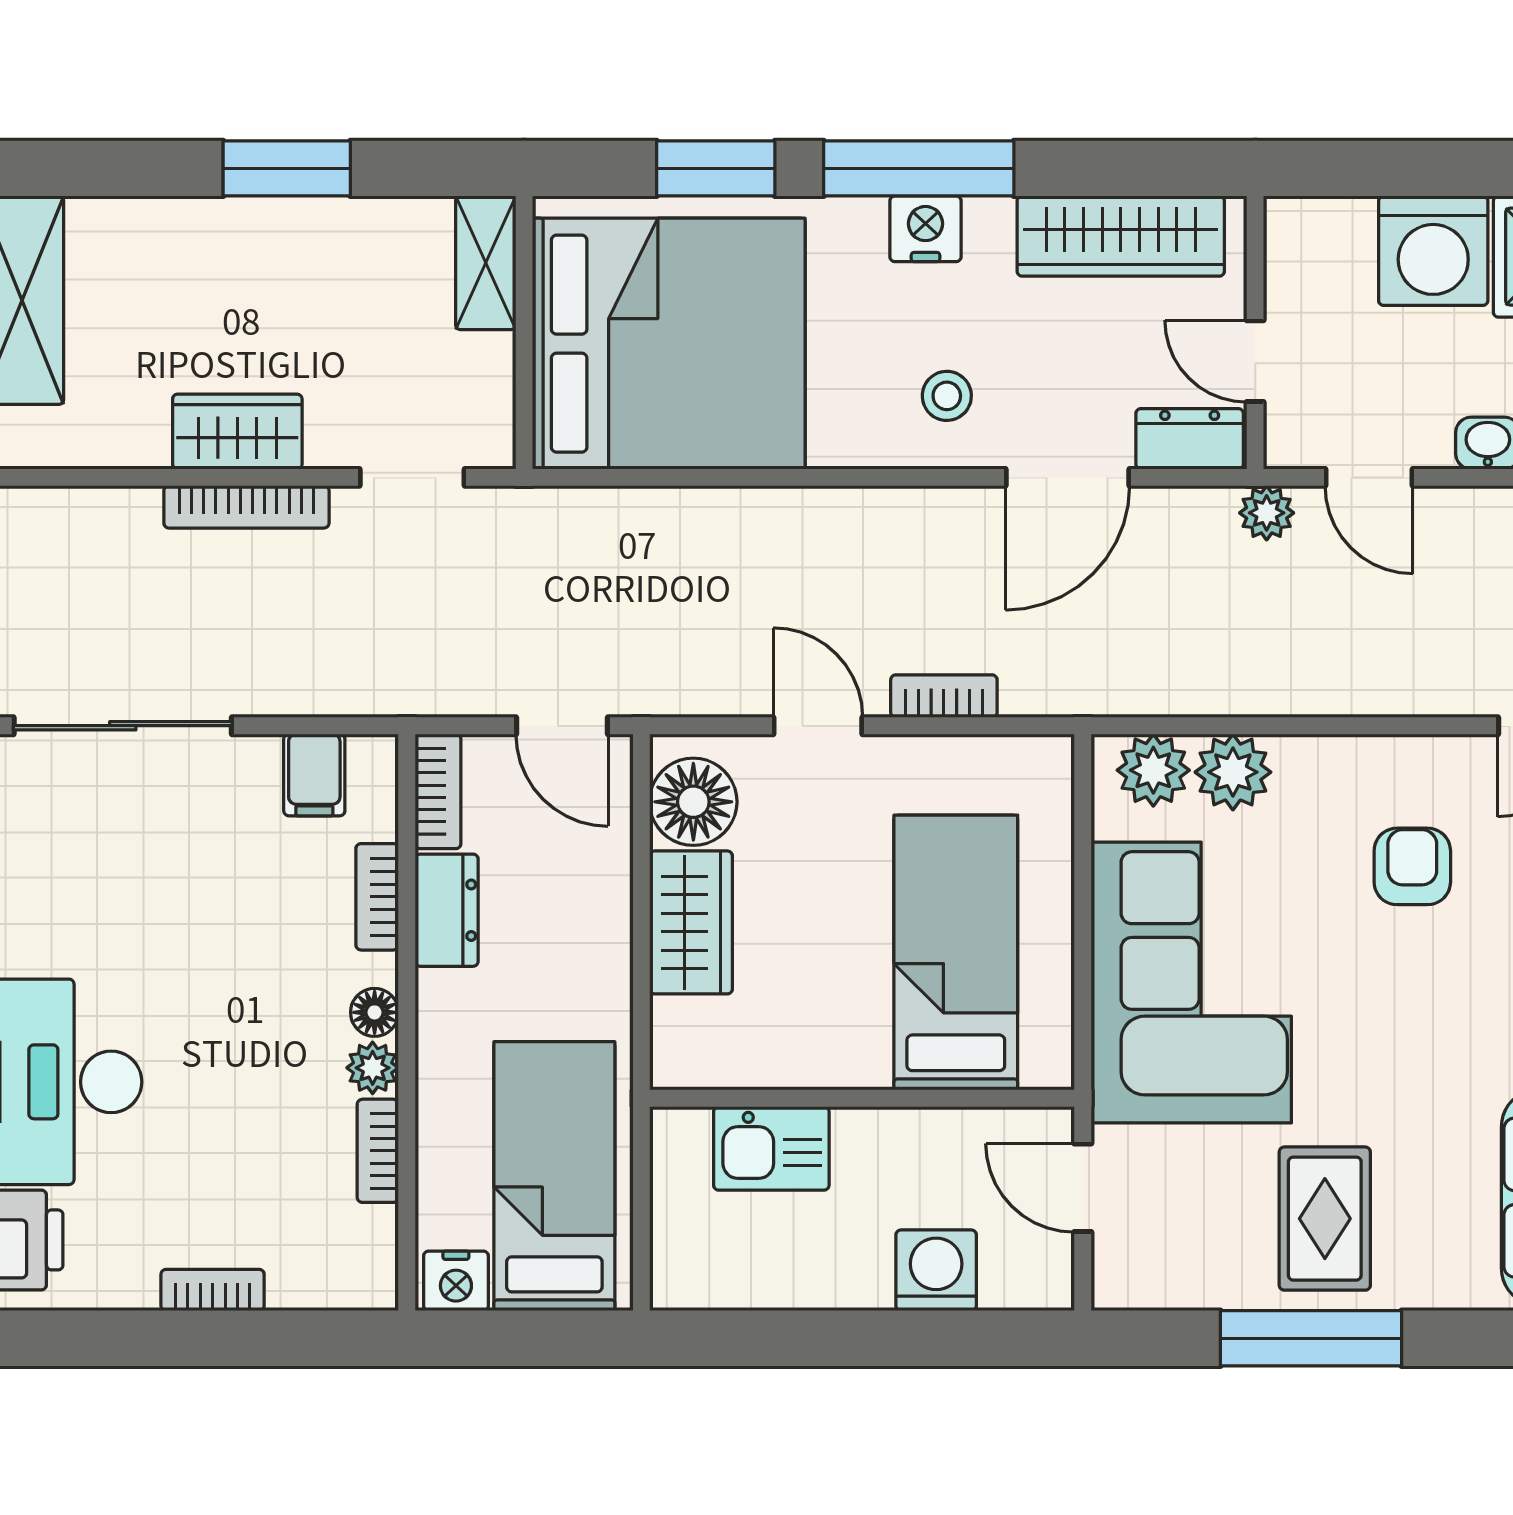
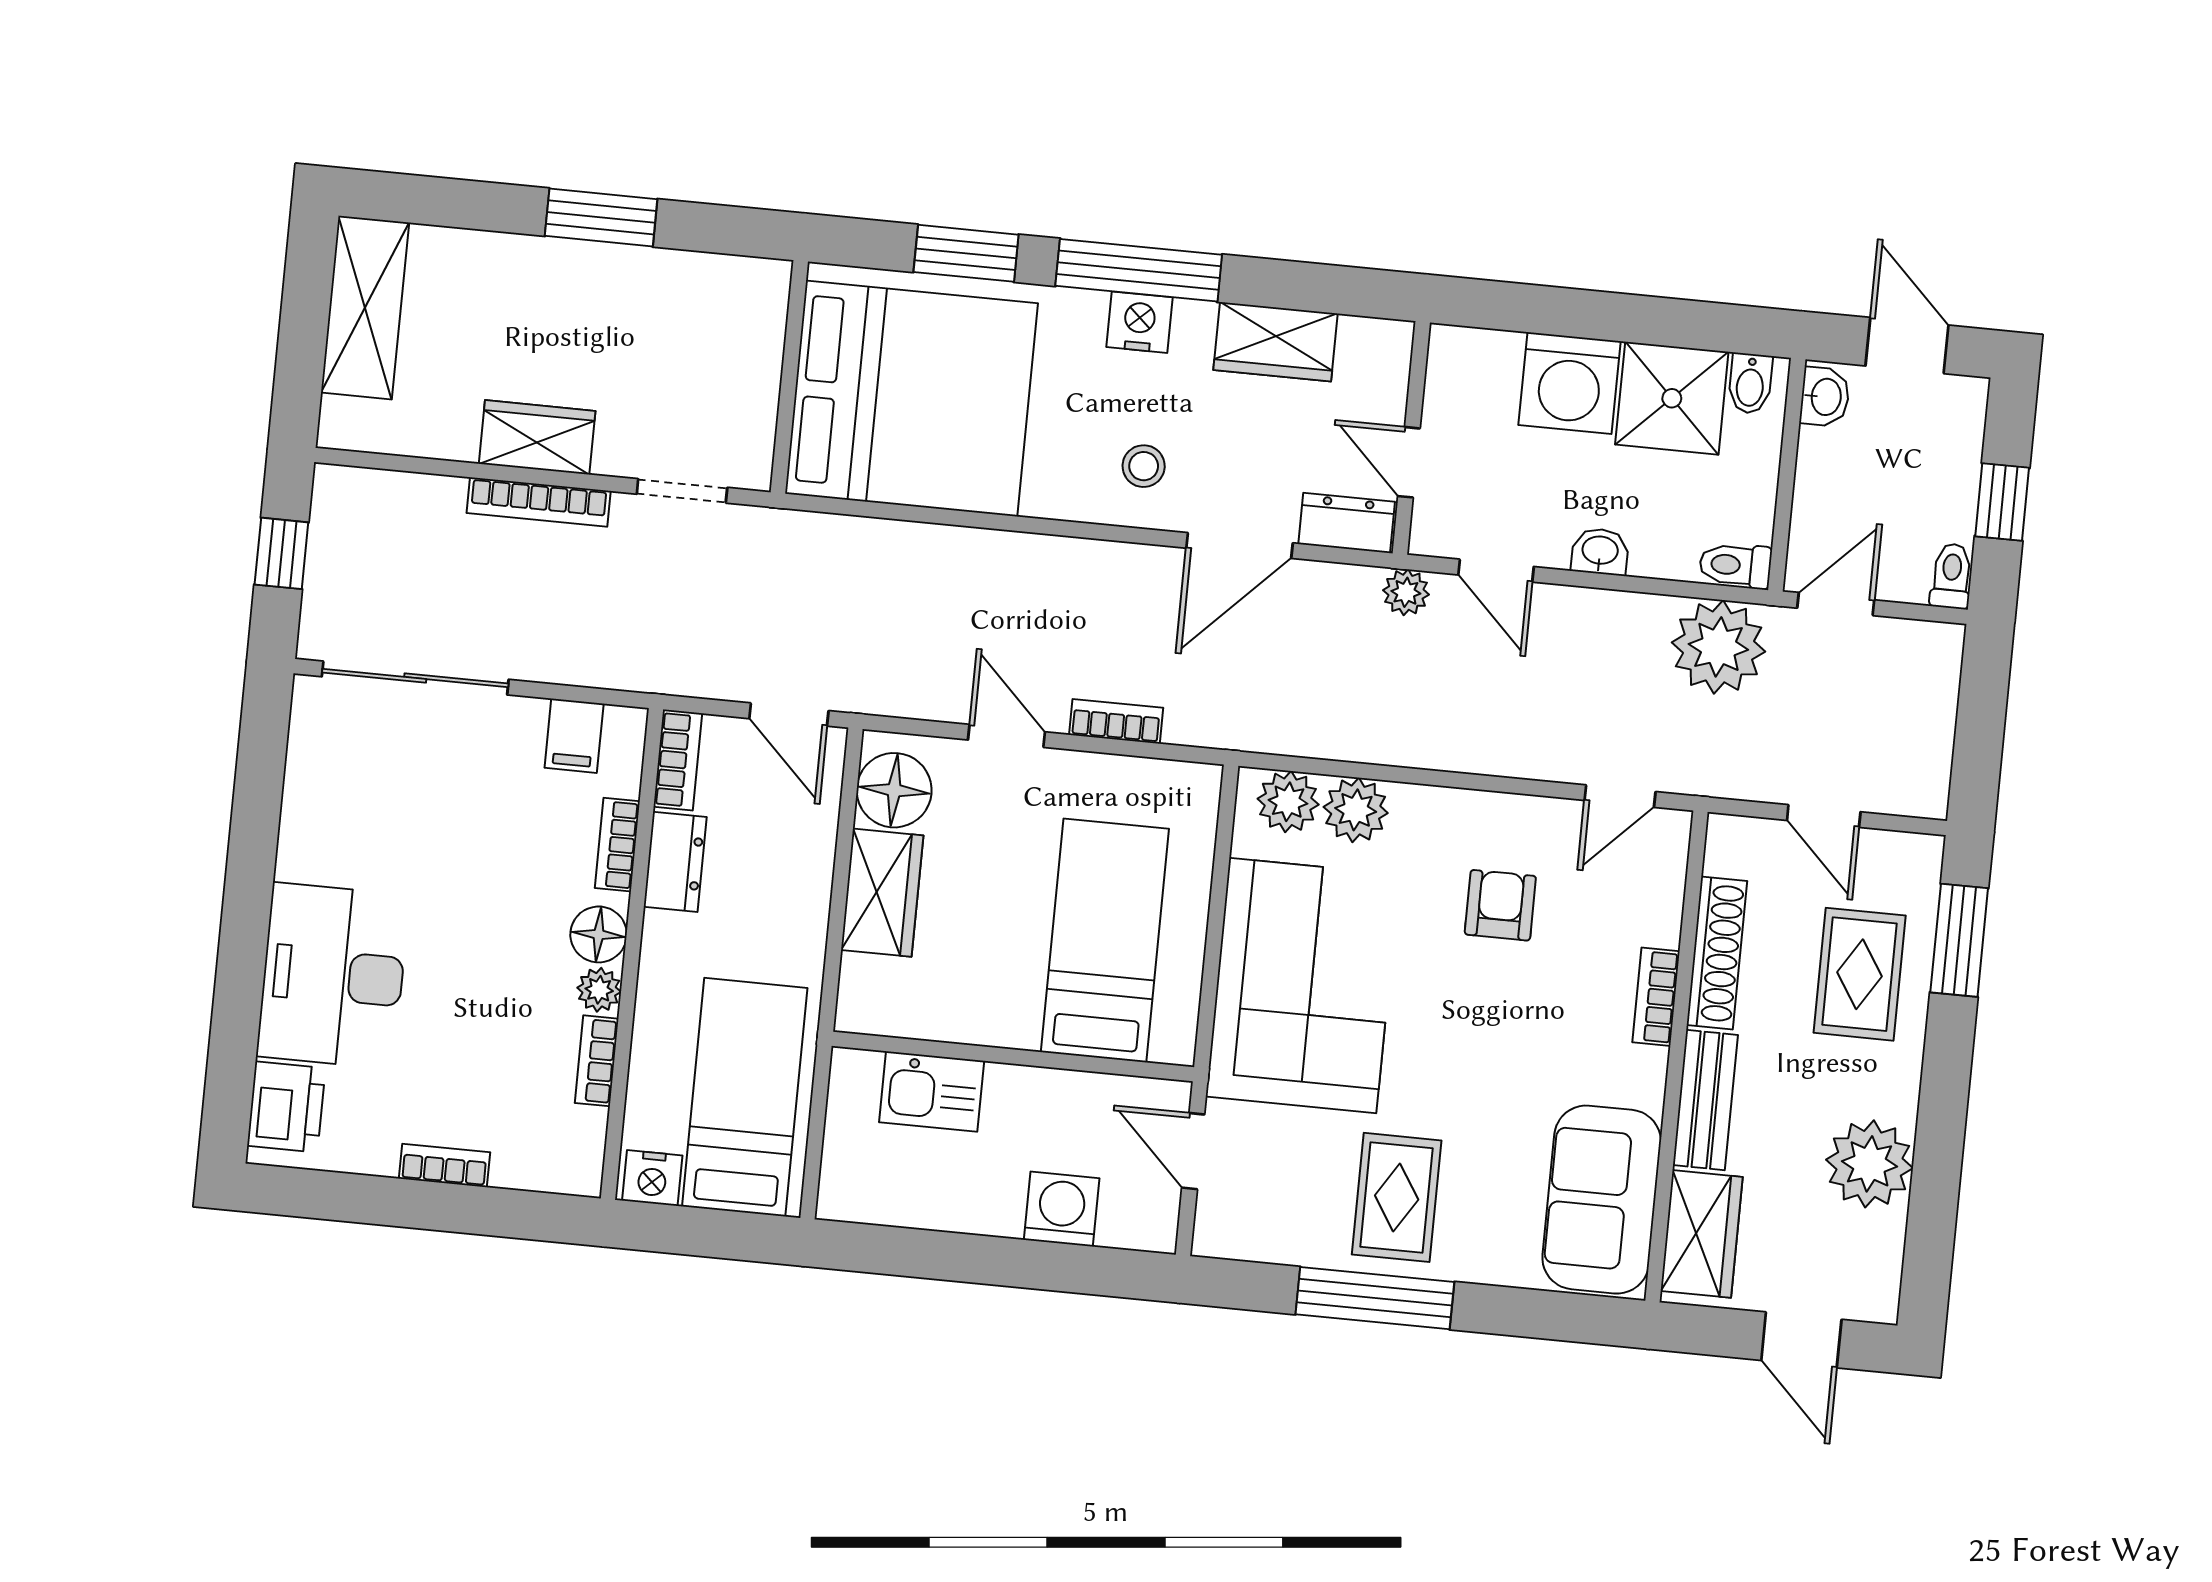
wardrobe: (1121, 236) -> (1276, 342), width x0.67
shelving: (486, 263) -> (763, 314), removed
floor lamp: (375, 1012) -> (599, 934), width x1.37, depth x1.37

